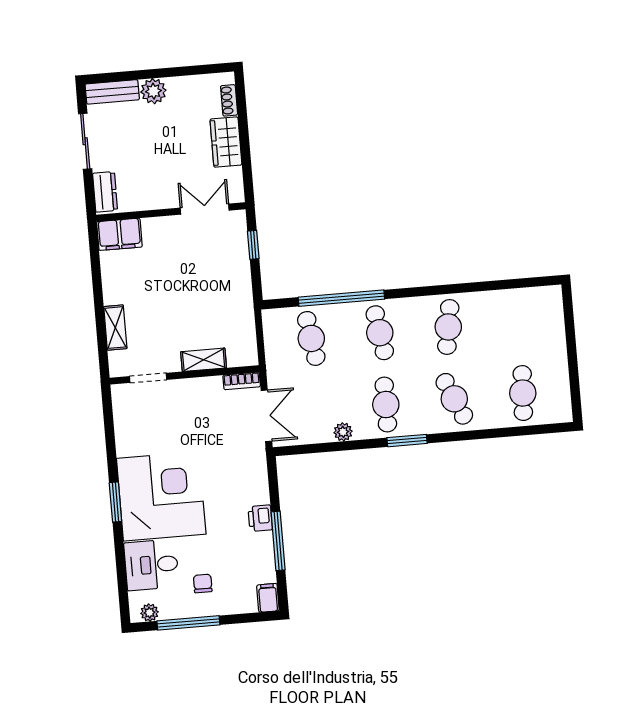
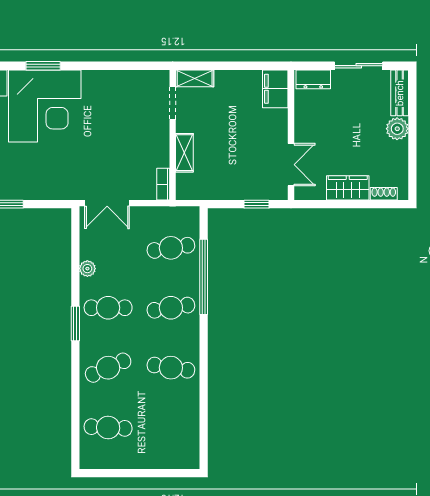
shelving: (204, 360) -> (184, 153), moved
wall: (184, 375) -> (173, 135), moved
doorway: (148, 378) -> (173, 103), moved
bookcase: (242, 381) -> (163, 184), moved
printer: (260, 518) -> (19, 190), removed

